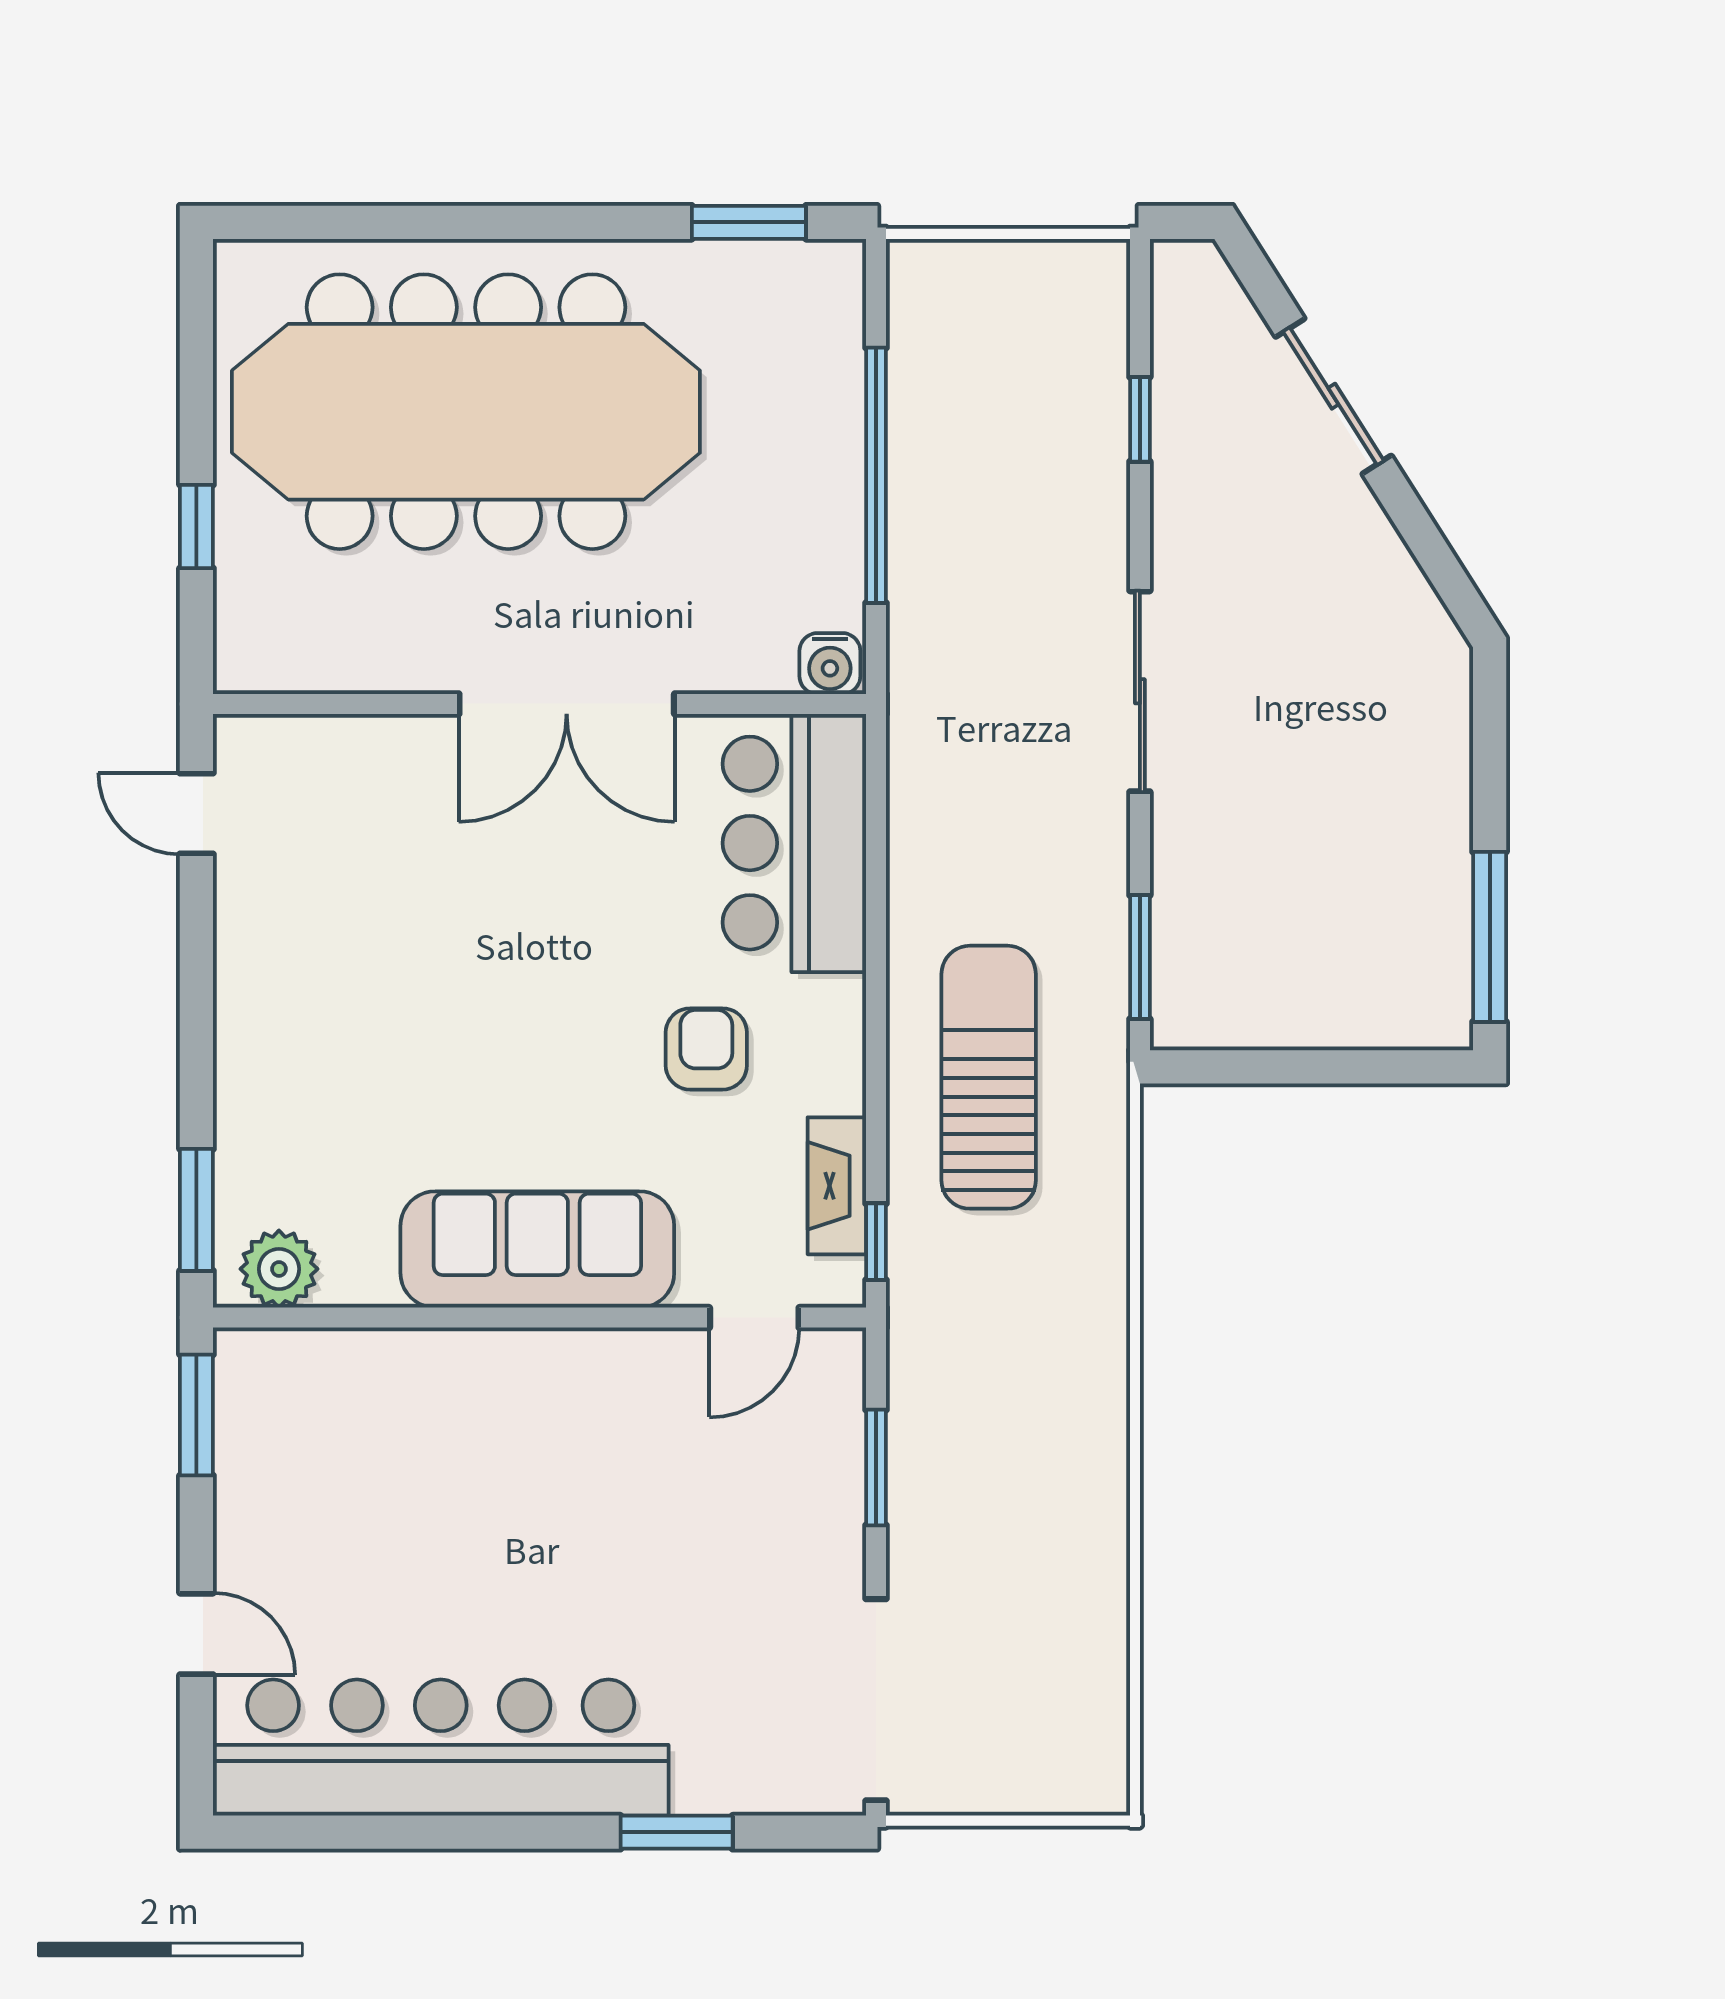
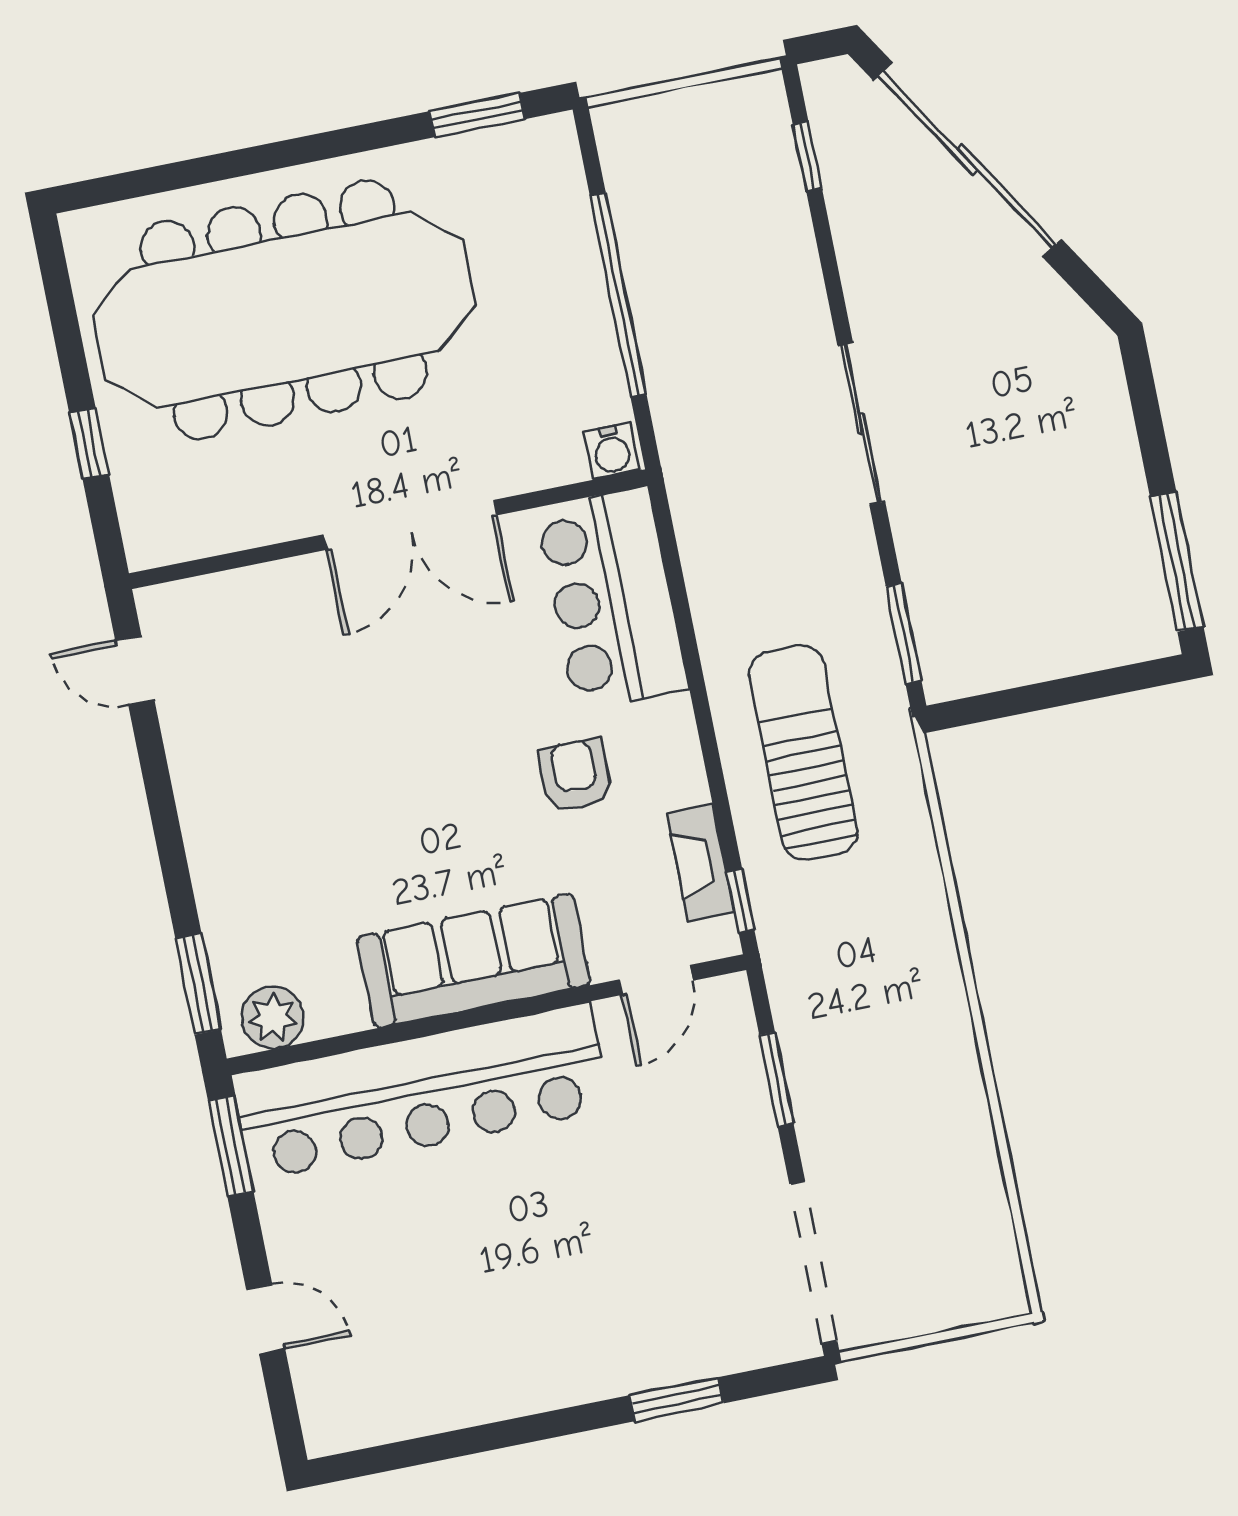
sliding door: (1333, 396) -> (967, 159), width x1.86
window: (1140, 419) -> (807, 157), moved
bar counter: (441, 1748) -> (421, 1092), moved, turned 180

